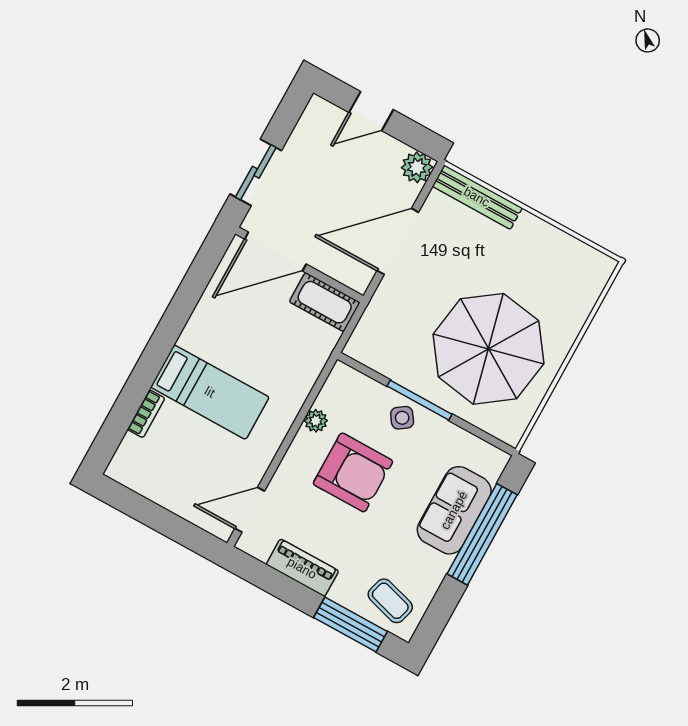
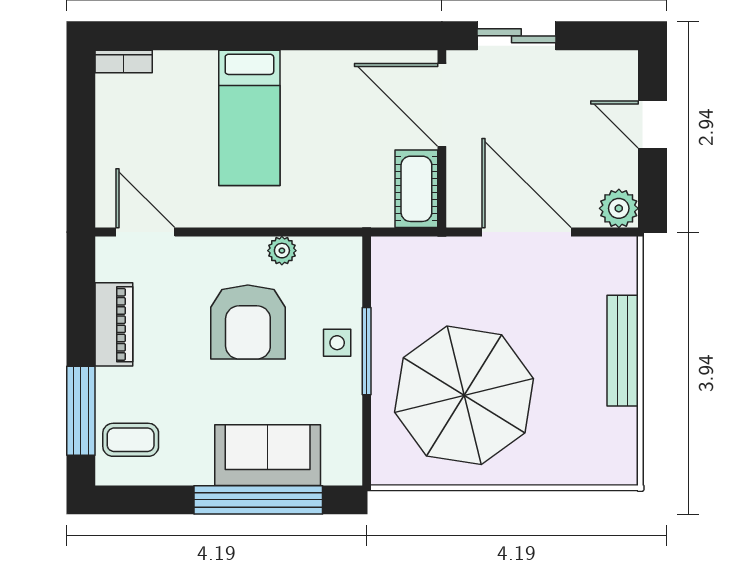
bench: (477, 197) -> (623, 351), moved
bookcase: (146, 414) -> (124, 62), moved
side table: (402, 418) -> (337, 343), turned 35
coffee table: (390, 601) -> (131, 440), turned 74

